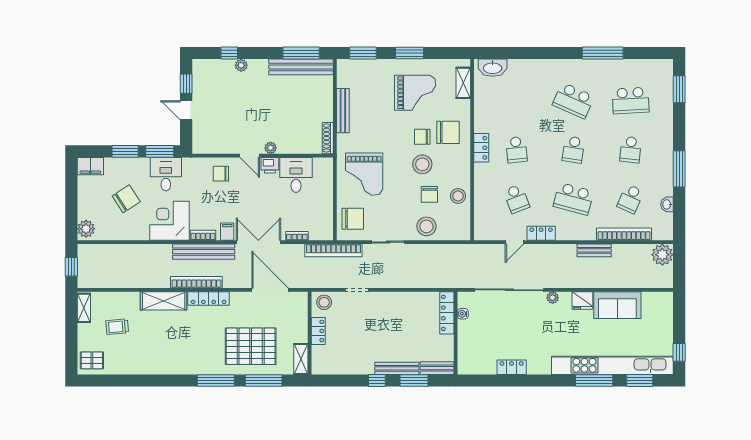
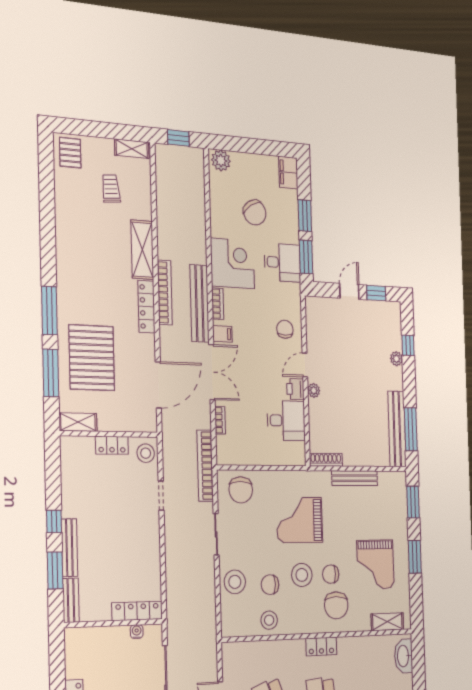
chair: (422, 137) -> (331, 574), turned -90
grand piano: (364, 174) -> (299, 520), moved

